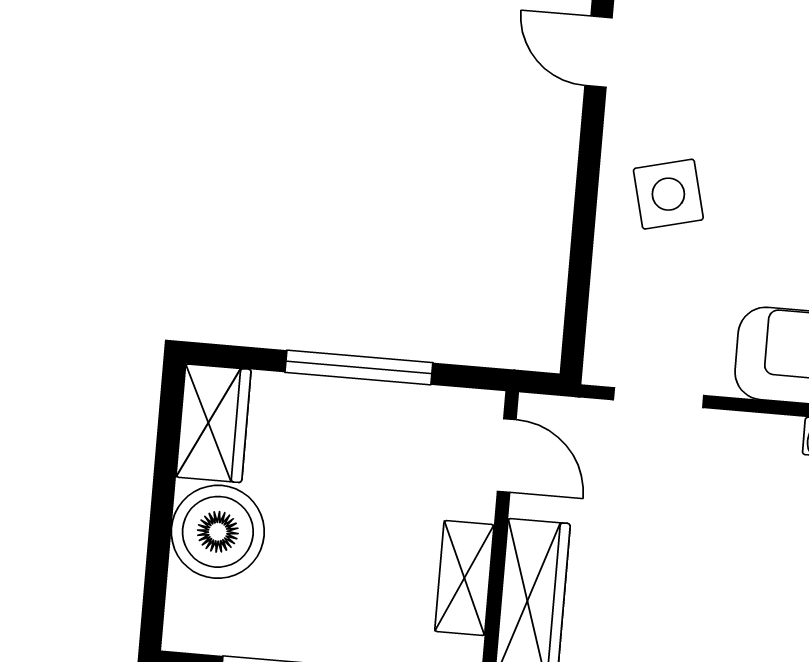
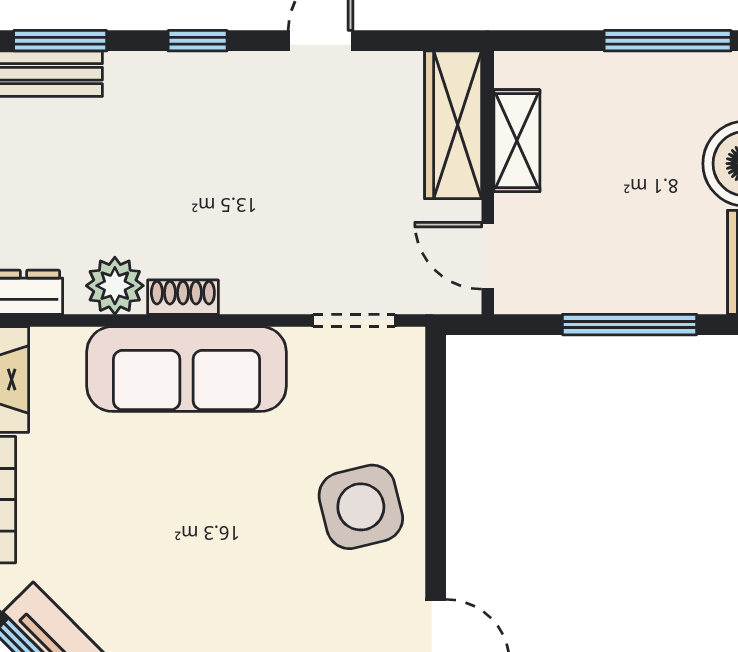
side table: (668, 194) -> (361, 507), width x1.37, depth x1.37

